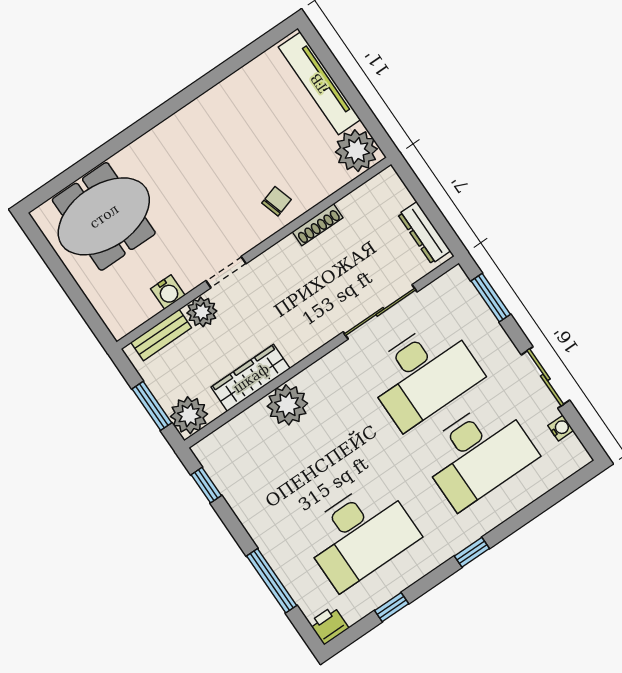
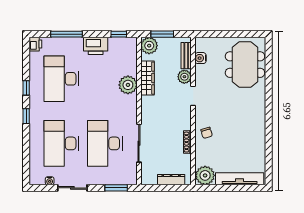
dresser: (424, 233) -> (171, 180), moved
water cooler: (168, 292) -> (200, 58), moved
printer: (257, 513) -> (96, 46), added
window: (392, 607) -> (26, 88), moved

